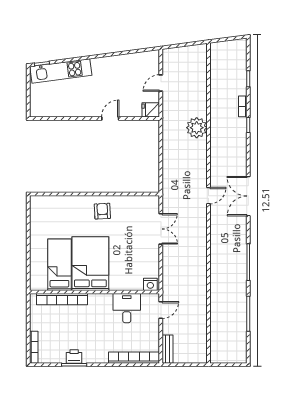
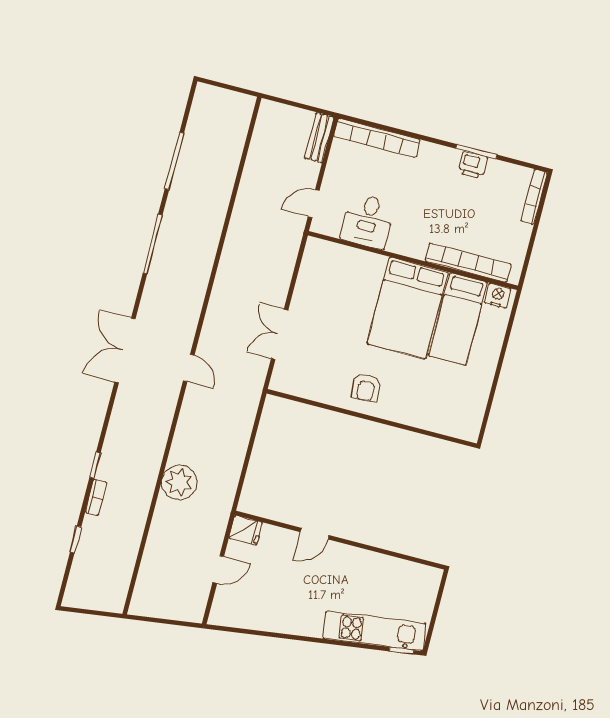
door: (208, 196) -> (189, 368), swing flipped
double door: (248, 196) -> (125, 350), swing flipped
nightstand: (150, 284) -> (498, 296), moved

